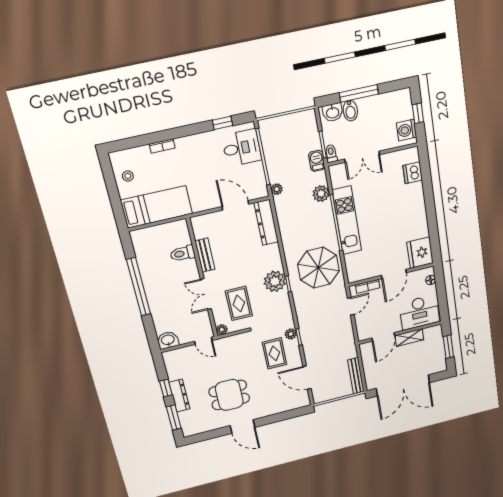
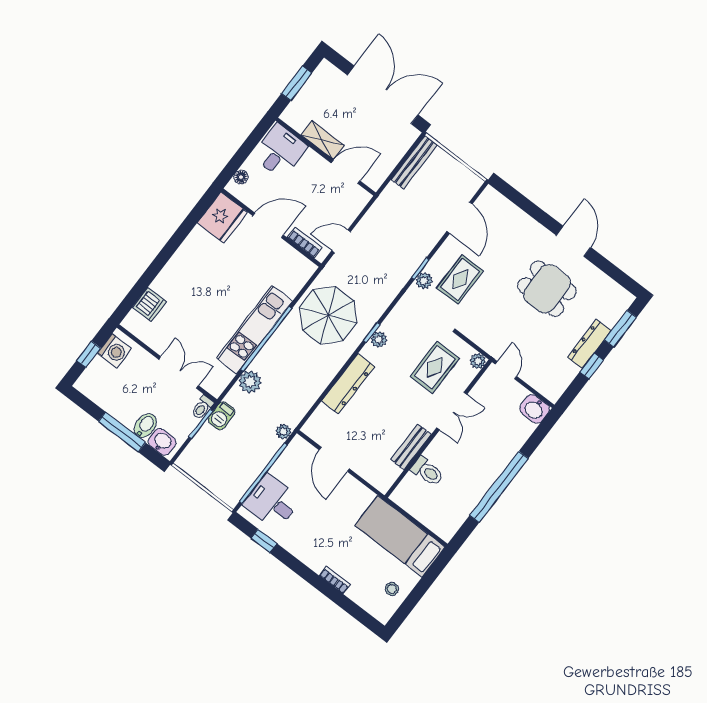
dresser: (266, 222) -> (348, 384), moved
plant: (275, 281) -> (379, 339), width x0.53, depth x0.53
desk: (419, 312) -> (280, 151), width x0.73

